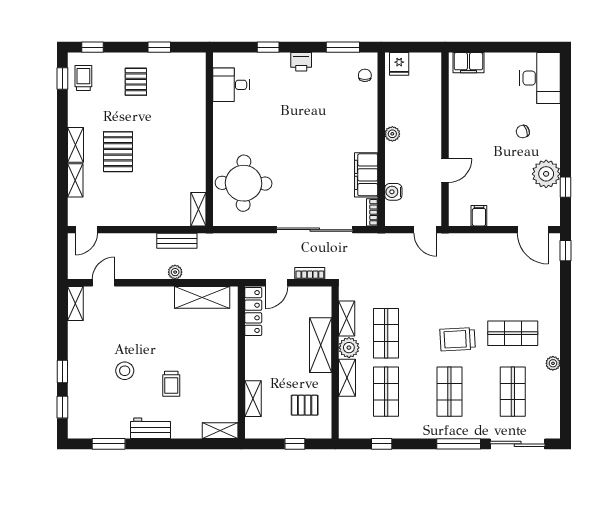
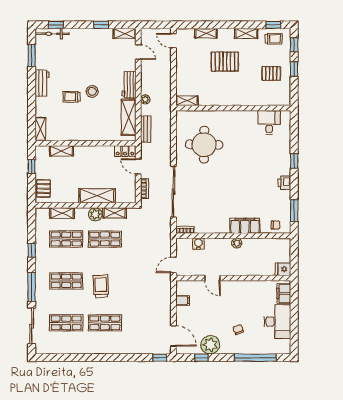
window: (159, 47) -> (294, 69), moved
fridge: (399, 64) -> (283, 269), moved
desk: (540, 78) -> (277, 321), moved, turned -90
desk: (231, 85) -> (269, 122), moved
window: (565, 106) -> (255, 358), added
wall: (209, 139) -> (233, 108), moved
shelving: (76, 145) -> (246, 34), moved
filing cabinet: (366, 175) -> (245, 226), moved
shelving: (198, 209) -> (187, 101), moved
door: (533, 230) -> (173, 336), swing flipped
bench: (177, 241) -> (146, 129), moved
workbench: (153, 297) -> (129, 85), added
locker: (253, 312) -> (125, 151), width x0.66
shop shelf: (513, 333) -> (105, 323), turned 90
plant: (553, 363) -> (85, 349), removed
stool: (125, 371) -> (92, 91), moved
window: (62, 372) -> (101, 25), moved
shelving: (347, 378) -> (62, 213), moved
pallet: (305, 405) -> (44, 188), moved
bicycle: (76, 413) -> (52, 34), added
window: (295, 444) -> (32, 166), moved
window: (382, 444) -> (32, 250), moved

